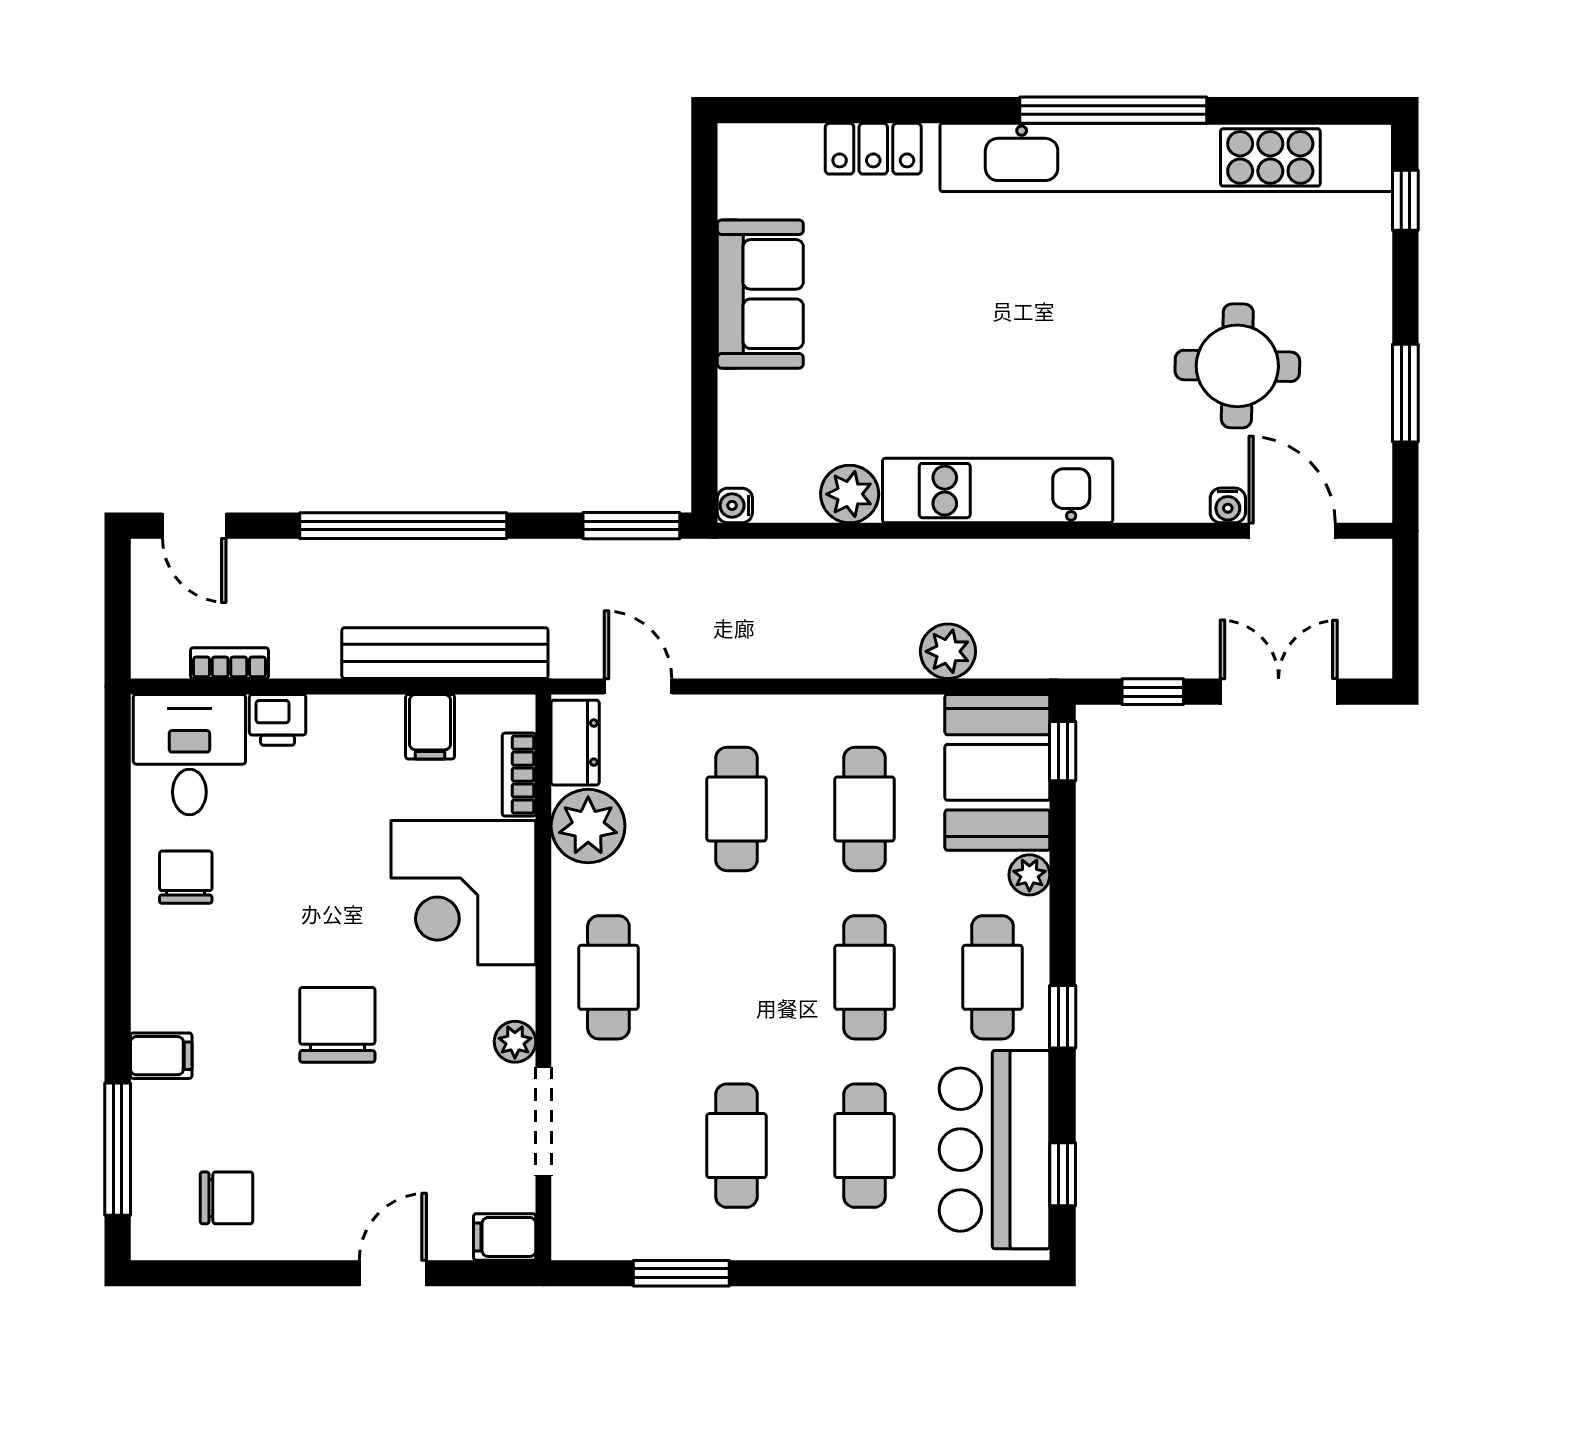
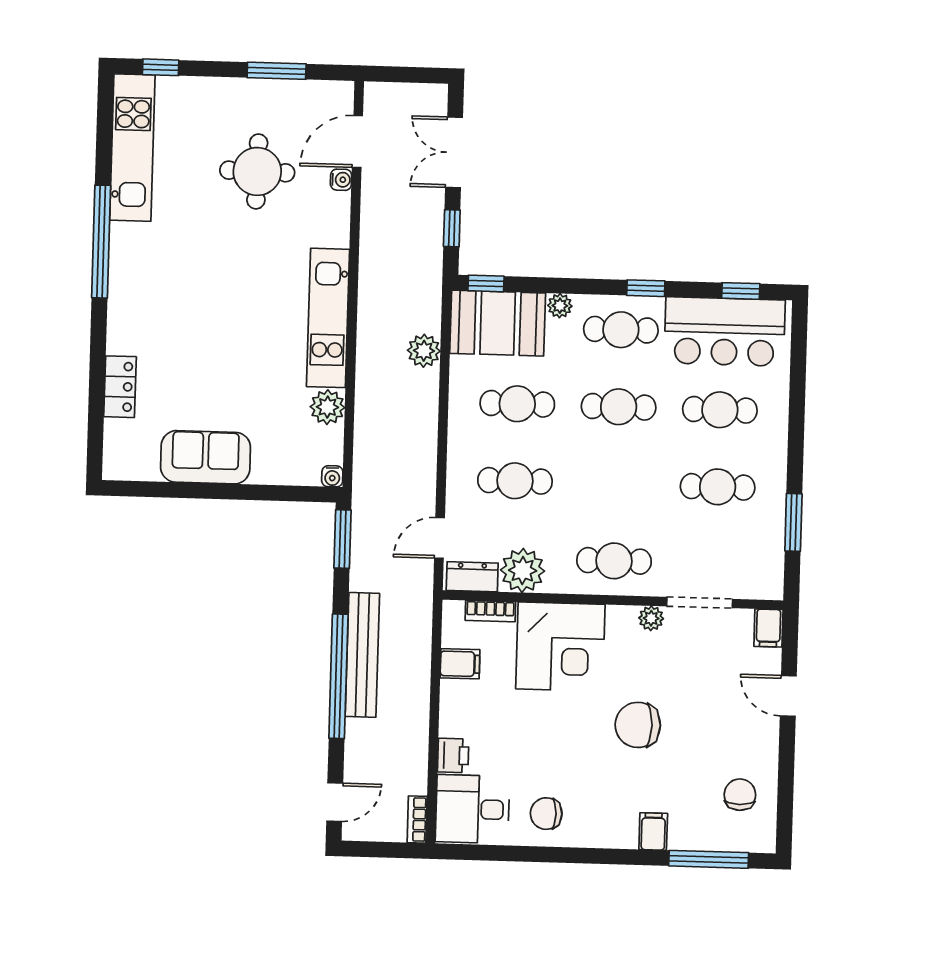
kitchen unit: (1166, 157) -> (132, 148), width x0.54
bench: (445, 653) -> (362, 655), moved
bookcase: (229, 663) -> (417, 819), moved

